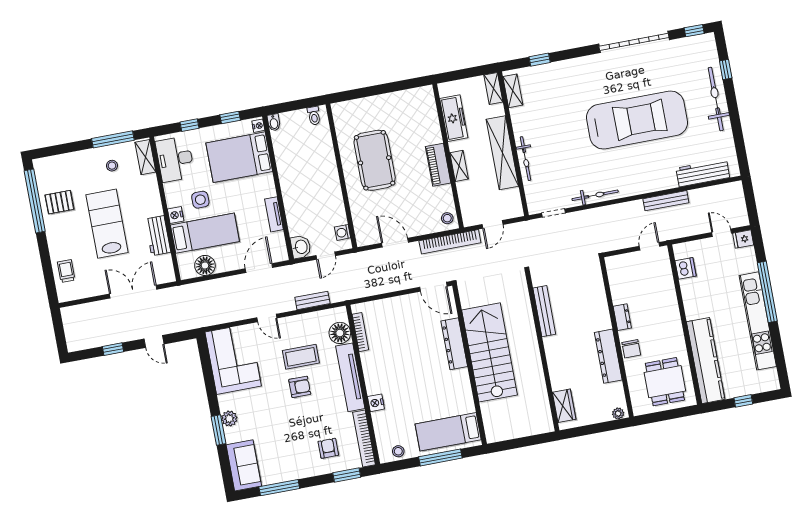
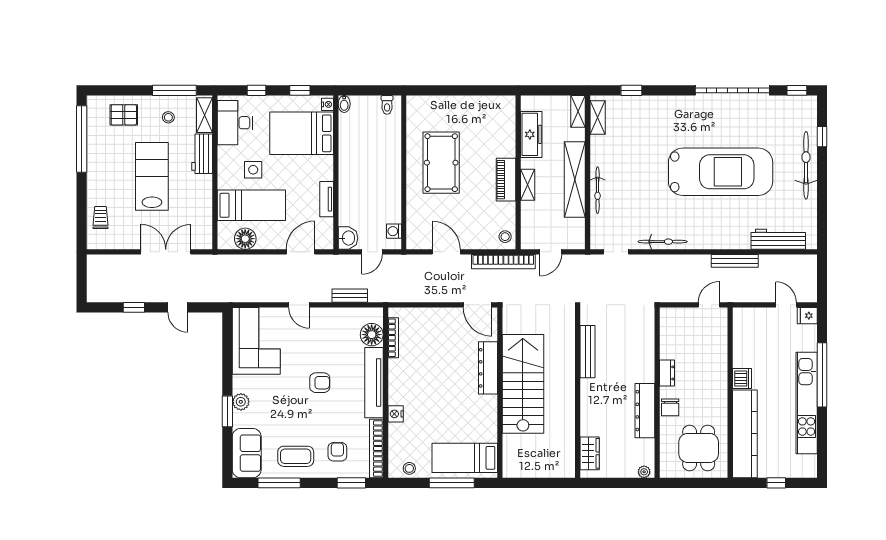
pallet: (59, 202) -> (124, 115), moved
nightstand: (176, 215) -> (225, 181), removed
workbench: (158, 236) -> (202, 154), moved
dishwasher: (686, 268) -> (742, 379), moved
coffee table: (301, 357) -> (296, 456), moved

